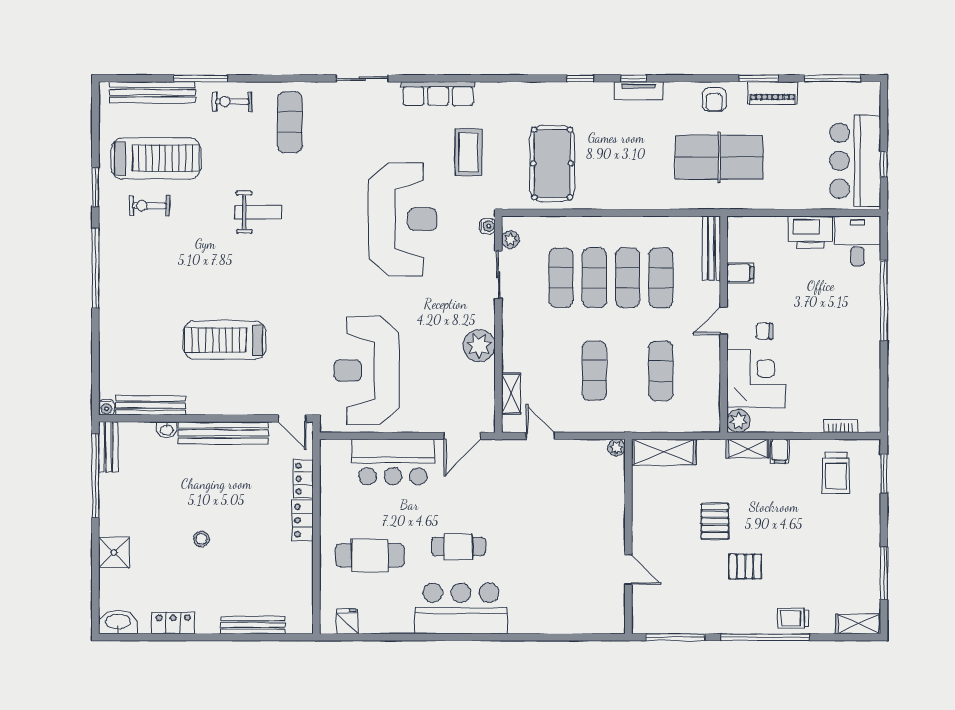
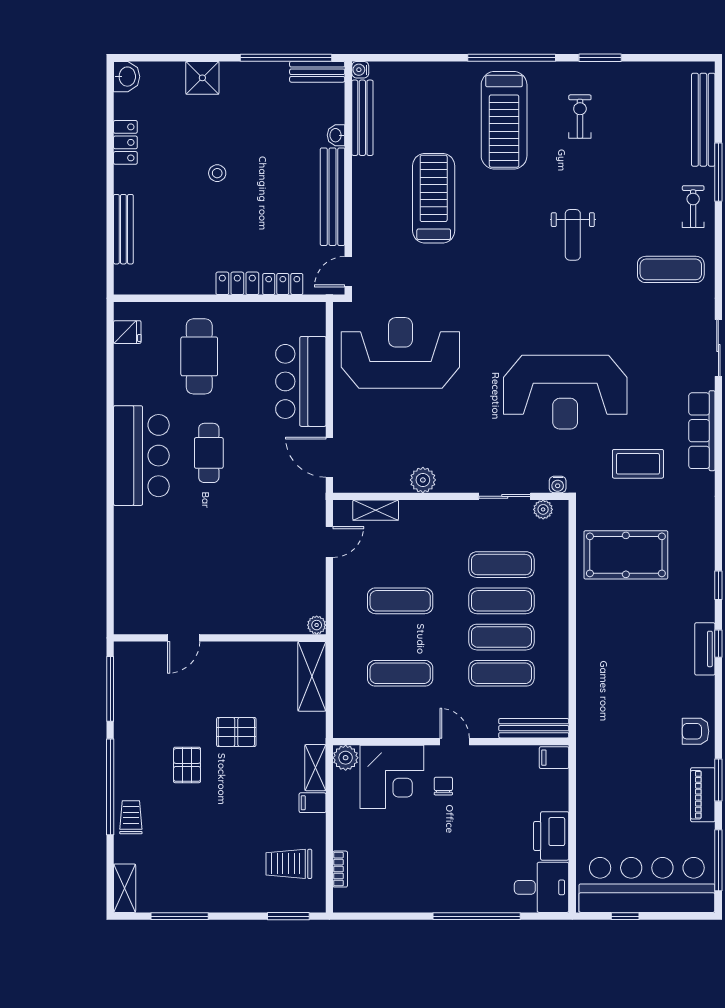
table tennis table: (719, 157) -> (633, 737), removed
treadmill: (156, 158) -> (504, 120), moved
bar counter: (855, 161) -> (647, 885), width x1.36
filing cabinet: (740, 273) -> (554, 758), moved, turned 90
plant: (479, 346) -> (423, 480), width x0.73, depth x0.73
washbasin: (118, 622) -> (127, 77), width x0.72

